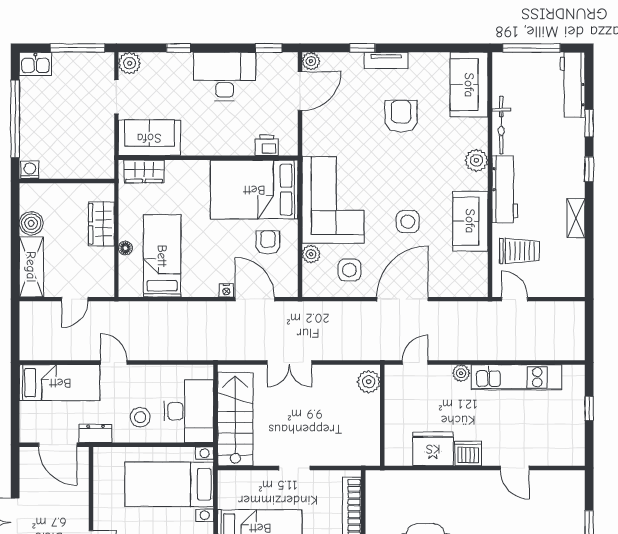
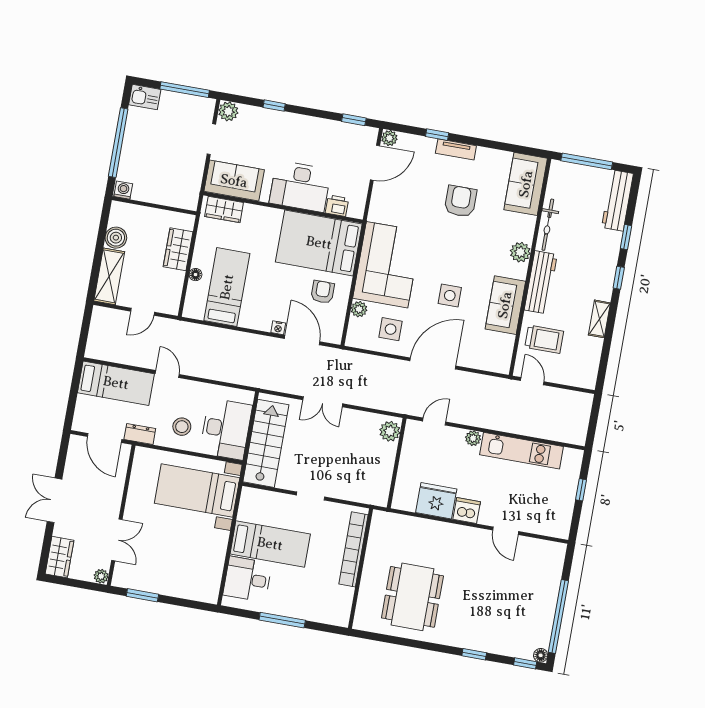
desk: (225, 77) -> (300, 186), moved, turned 180

